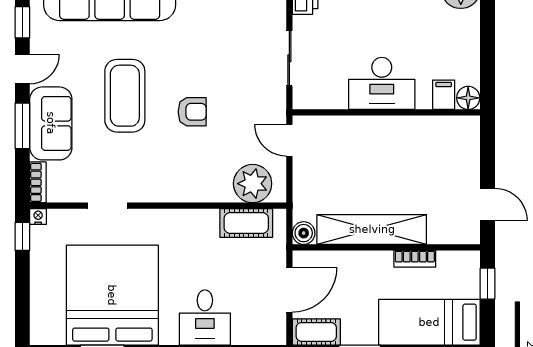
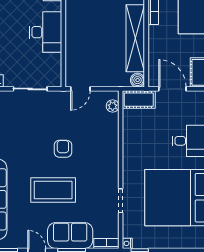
plant: (253, 184) -> (113, 106), width x0.53, depth x0.53
cot: (246, 223) -> (139, 100), moved, turned 90

